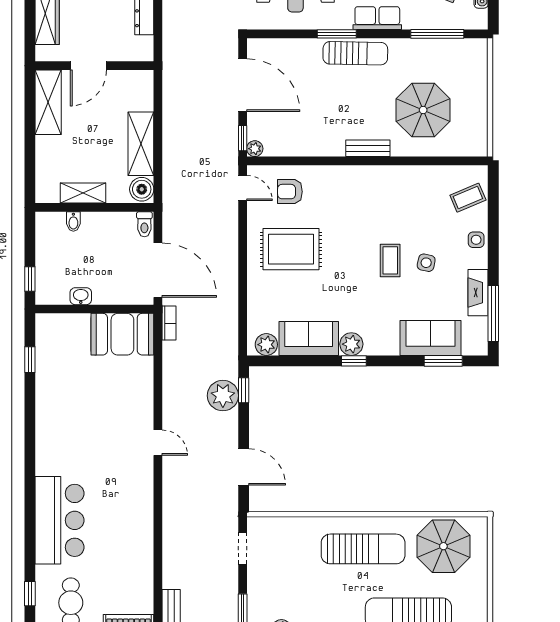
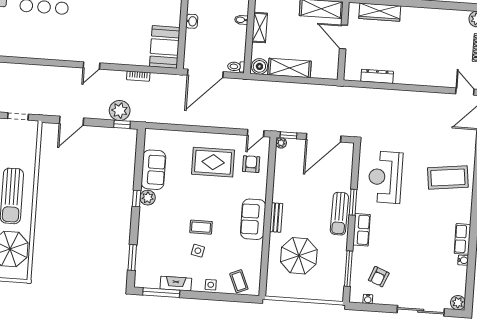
rug: (291, 249) -> (213, 162), turned 90
bookcase: (169, 323) -> (138, 76), moved
sofa: (431, 338) -> (253, 219), moved, turned 180
plant: (266, 345) -> (151, 141), removed

